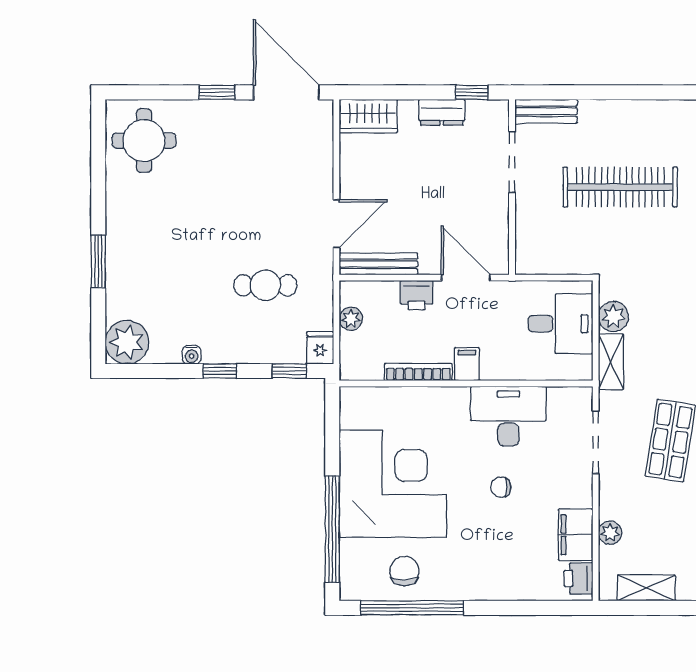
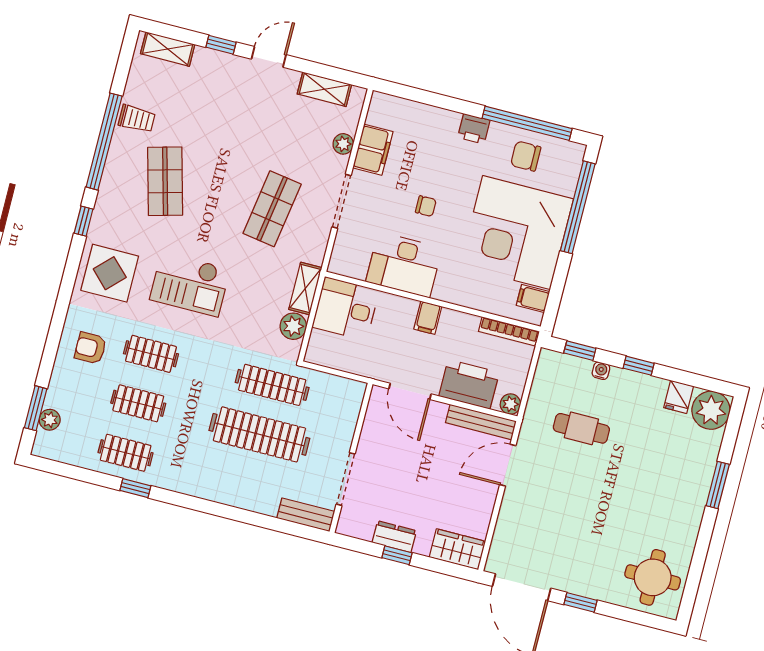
window: (472, 92) -> (397, 555), moved
clothes rail: (620, 246) -> (272, 385), added
printer: (416, 295) -> (469, 384), width x1.87, depth x1.48
plant: (351, 319) -> (510, 404), moved
desk: (560, 324) -> (346, 309), moved
fridge: (320, 348) -> (679, 397), moved
water cooler: (192, 355) -> (601, 371), moved
bookcase: (418, 372) -> (509, 331), moved
filing cabinet: (356, 415) -> (533, 299), added
doorway: (596, 442) -> (342, 201), moved
chair: (404, 571) -> (526, 156), turned 90
printer: (579, 578) -> (474, 129), moved, turned 90

